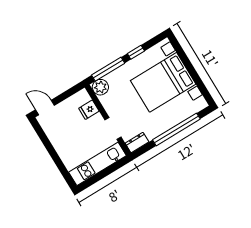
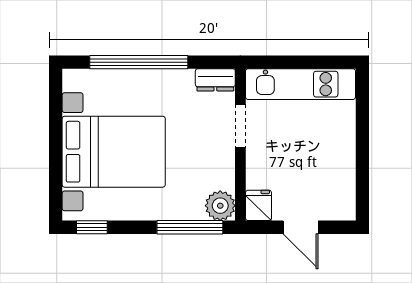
window: (136, 52) -> (92, 227), moved
door: (45, 107) -> (301, 227), moved
fridge: (89, 110) -> (259, 205), moved, turned -90

